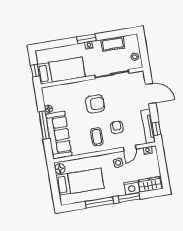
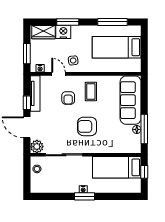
cot: (113, 44) -> (58, 186), removed
plant: (138, 78) -> (37, 147), added
window: (44, 125) -> (144, 129), moved
window: (156, 129) -> (27, 103), moved
door: (130, 148) -> (59, 74), hinge flipped
window: (162, 162) -> (27, 54), added
floor lamp: (60, 169) -> (135, 64), removed
window: (99, 203) -> (113, 22), moved

